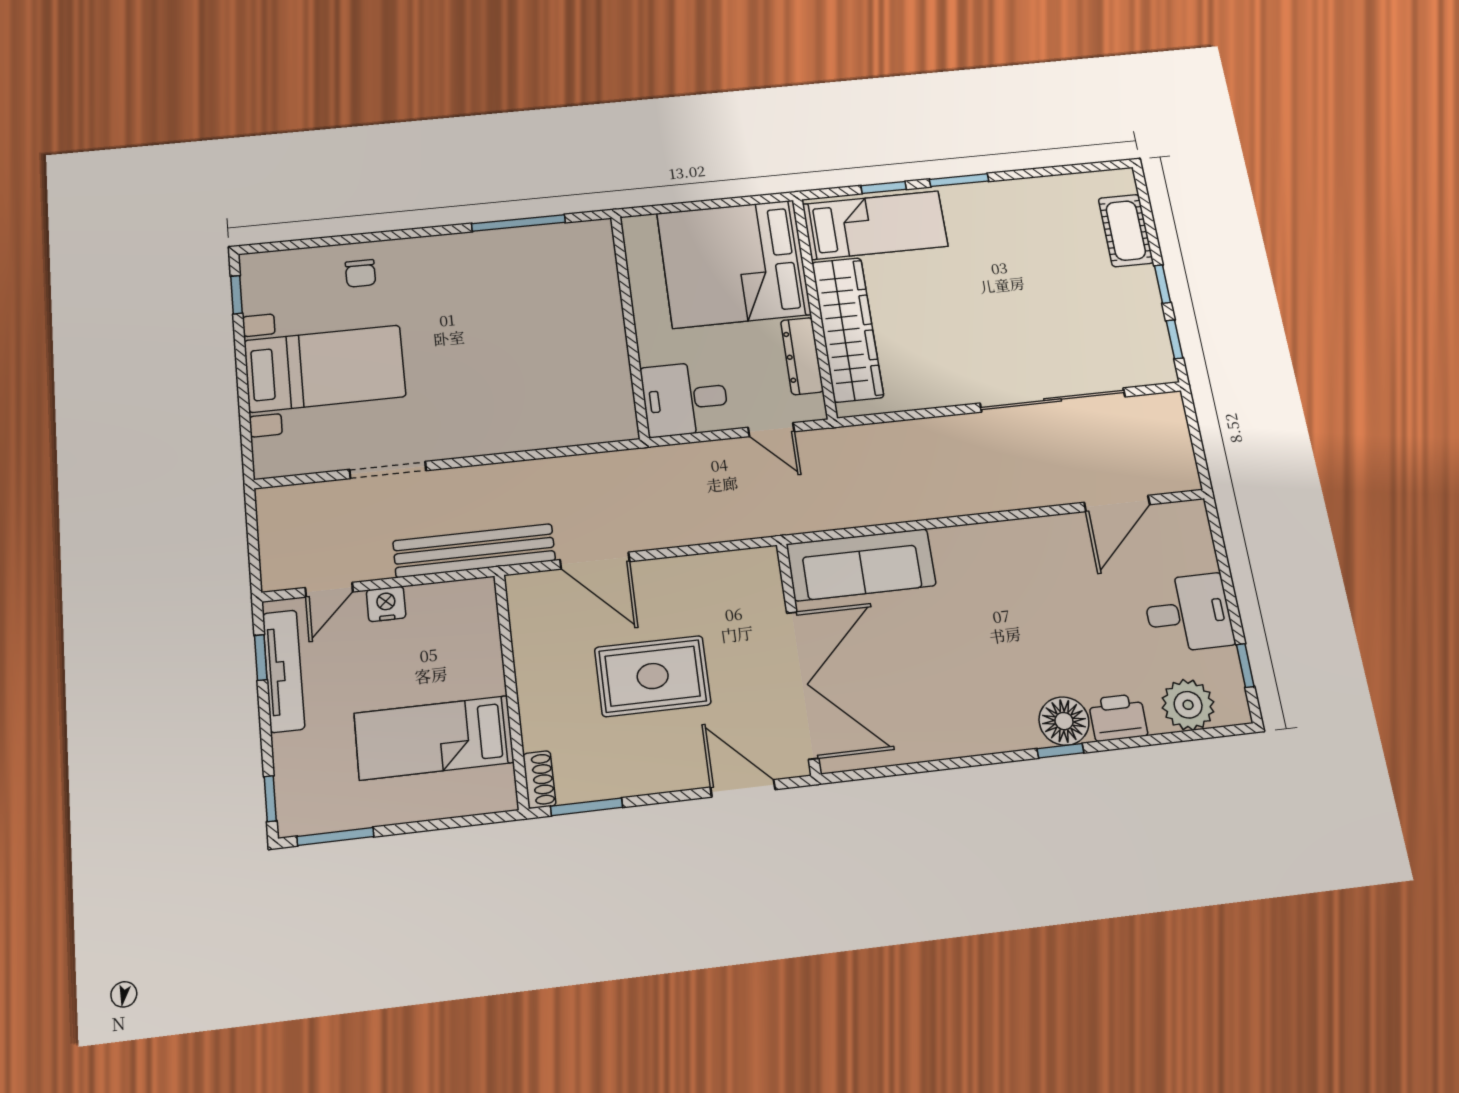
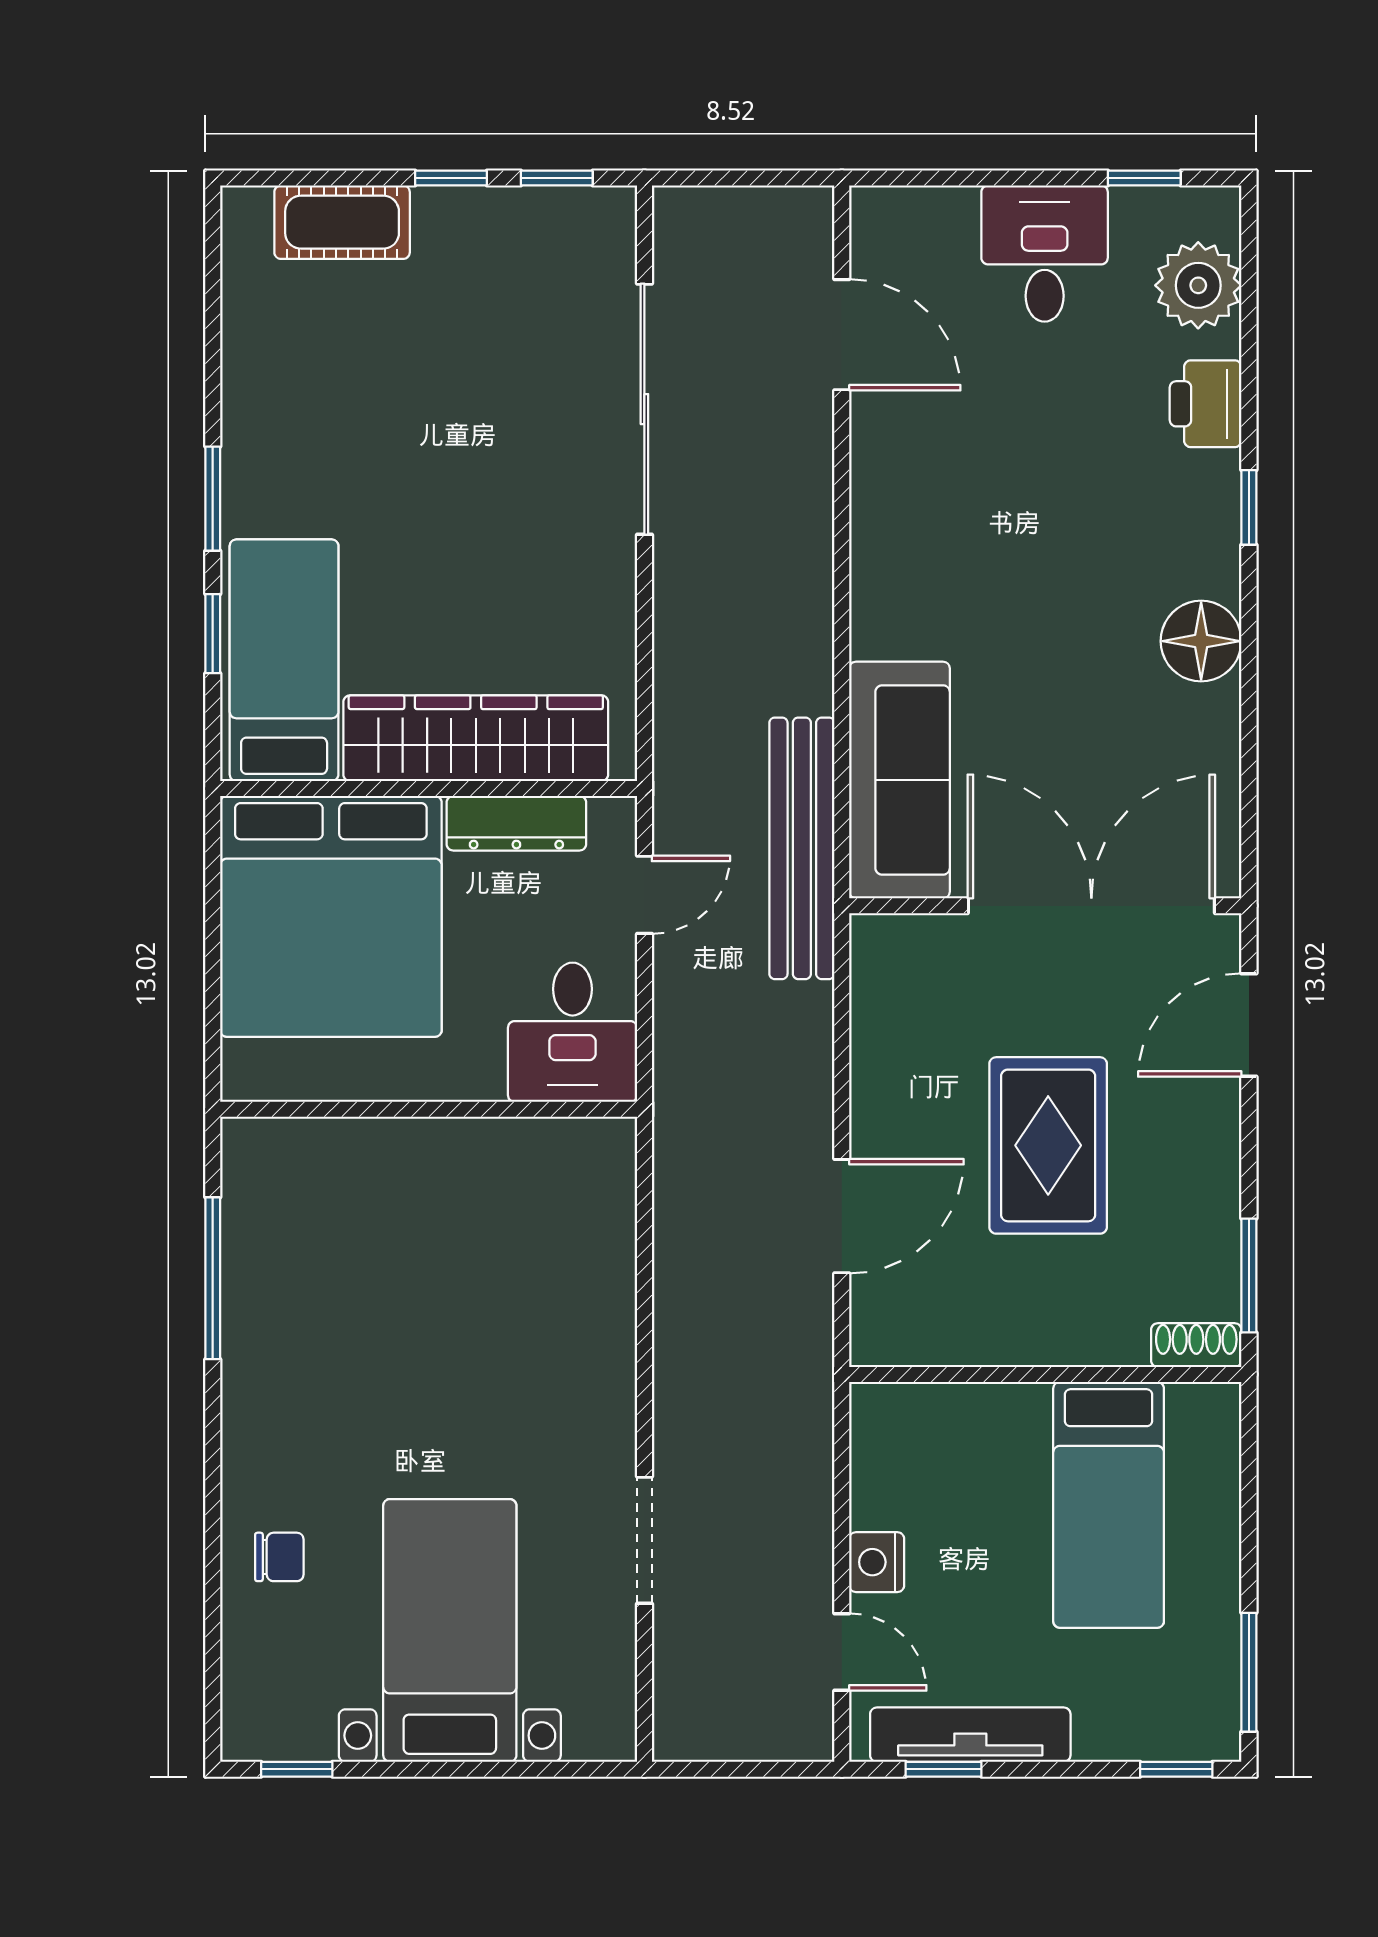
bench: (474, 551) -> (802, 848), moved
floor lamp: (1064, 721) -> (1201, 641), moved

